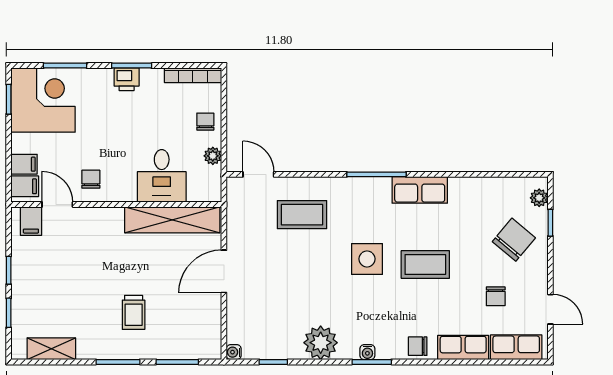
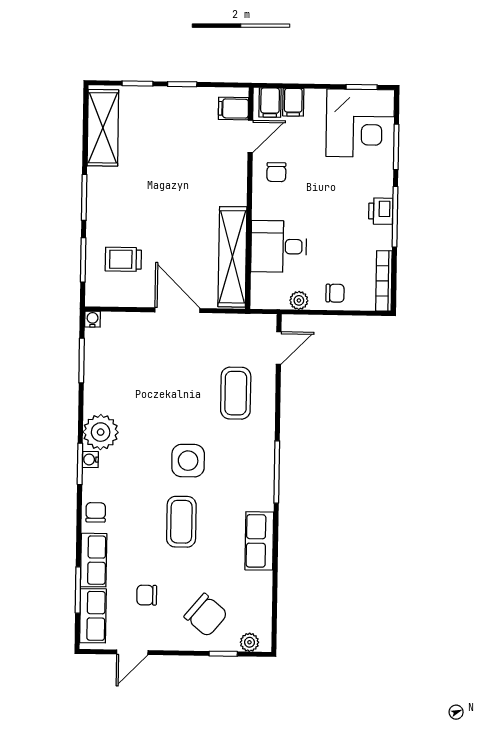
window: (132, 66) -> (395, 217), width x1.44
chair: (91, 179) -> (276, 172), turned 90
row of seats: (420, 190) -> (259, 541), moved
trolley: (134, 312) -> (123, 259), moved
plant: (321, 343) -> (101, 432), moved
shelving: (51, 349) -> (103, 128), width x1.50, depth x1.33
window: (273, 362) -> (82, 361), width x1.50
window: (492, 362) -> (78, 590), added

